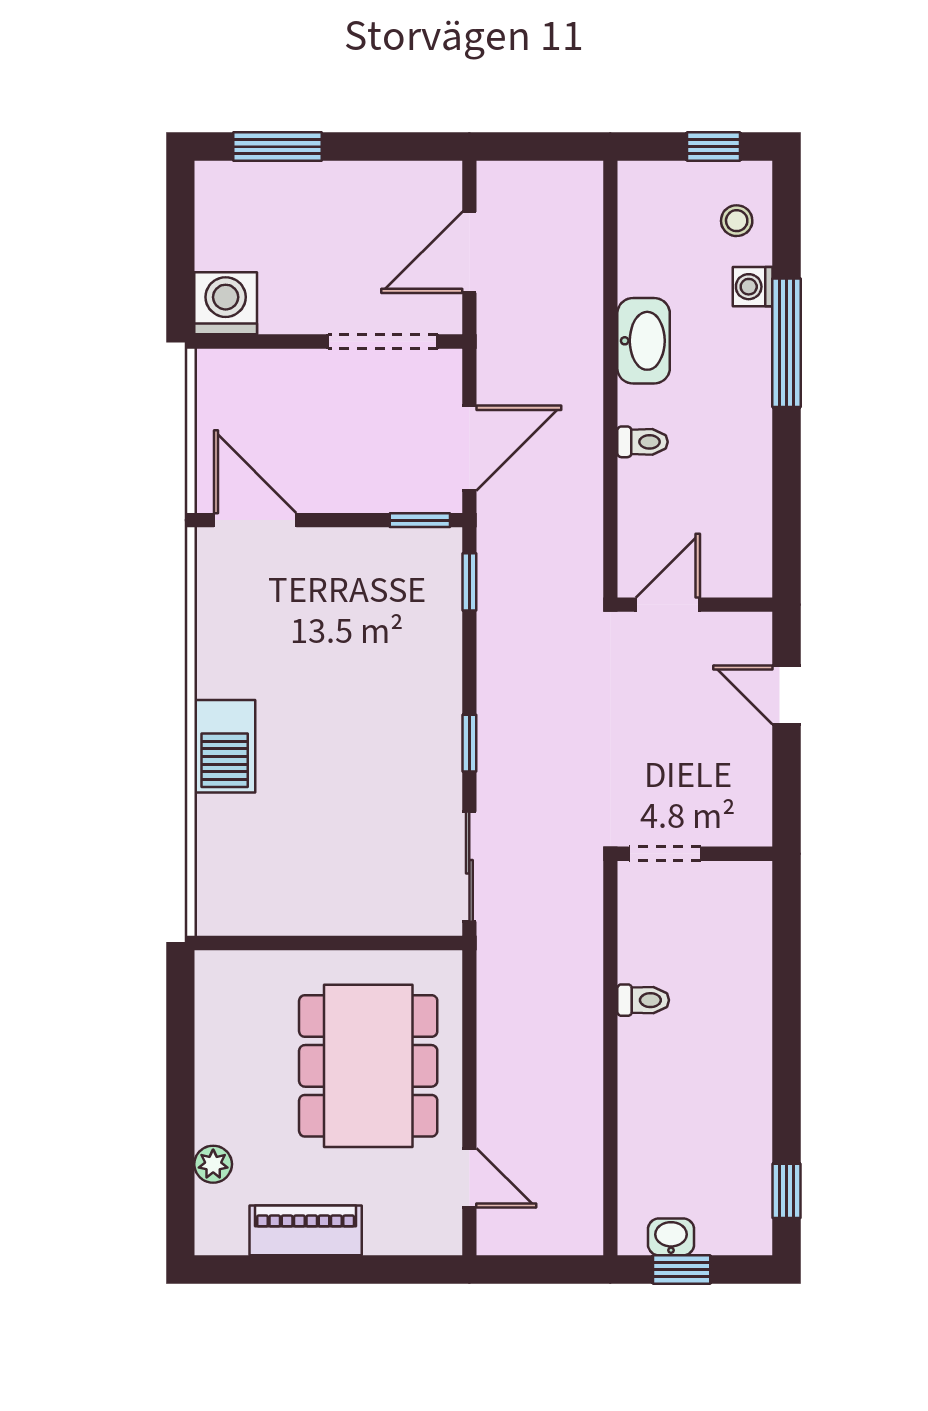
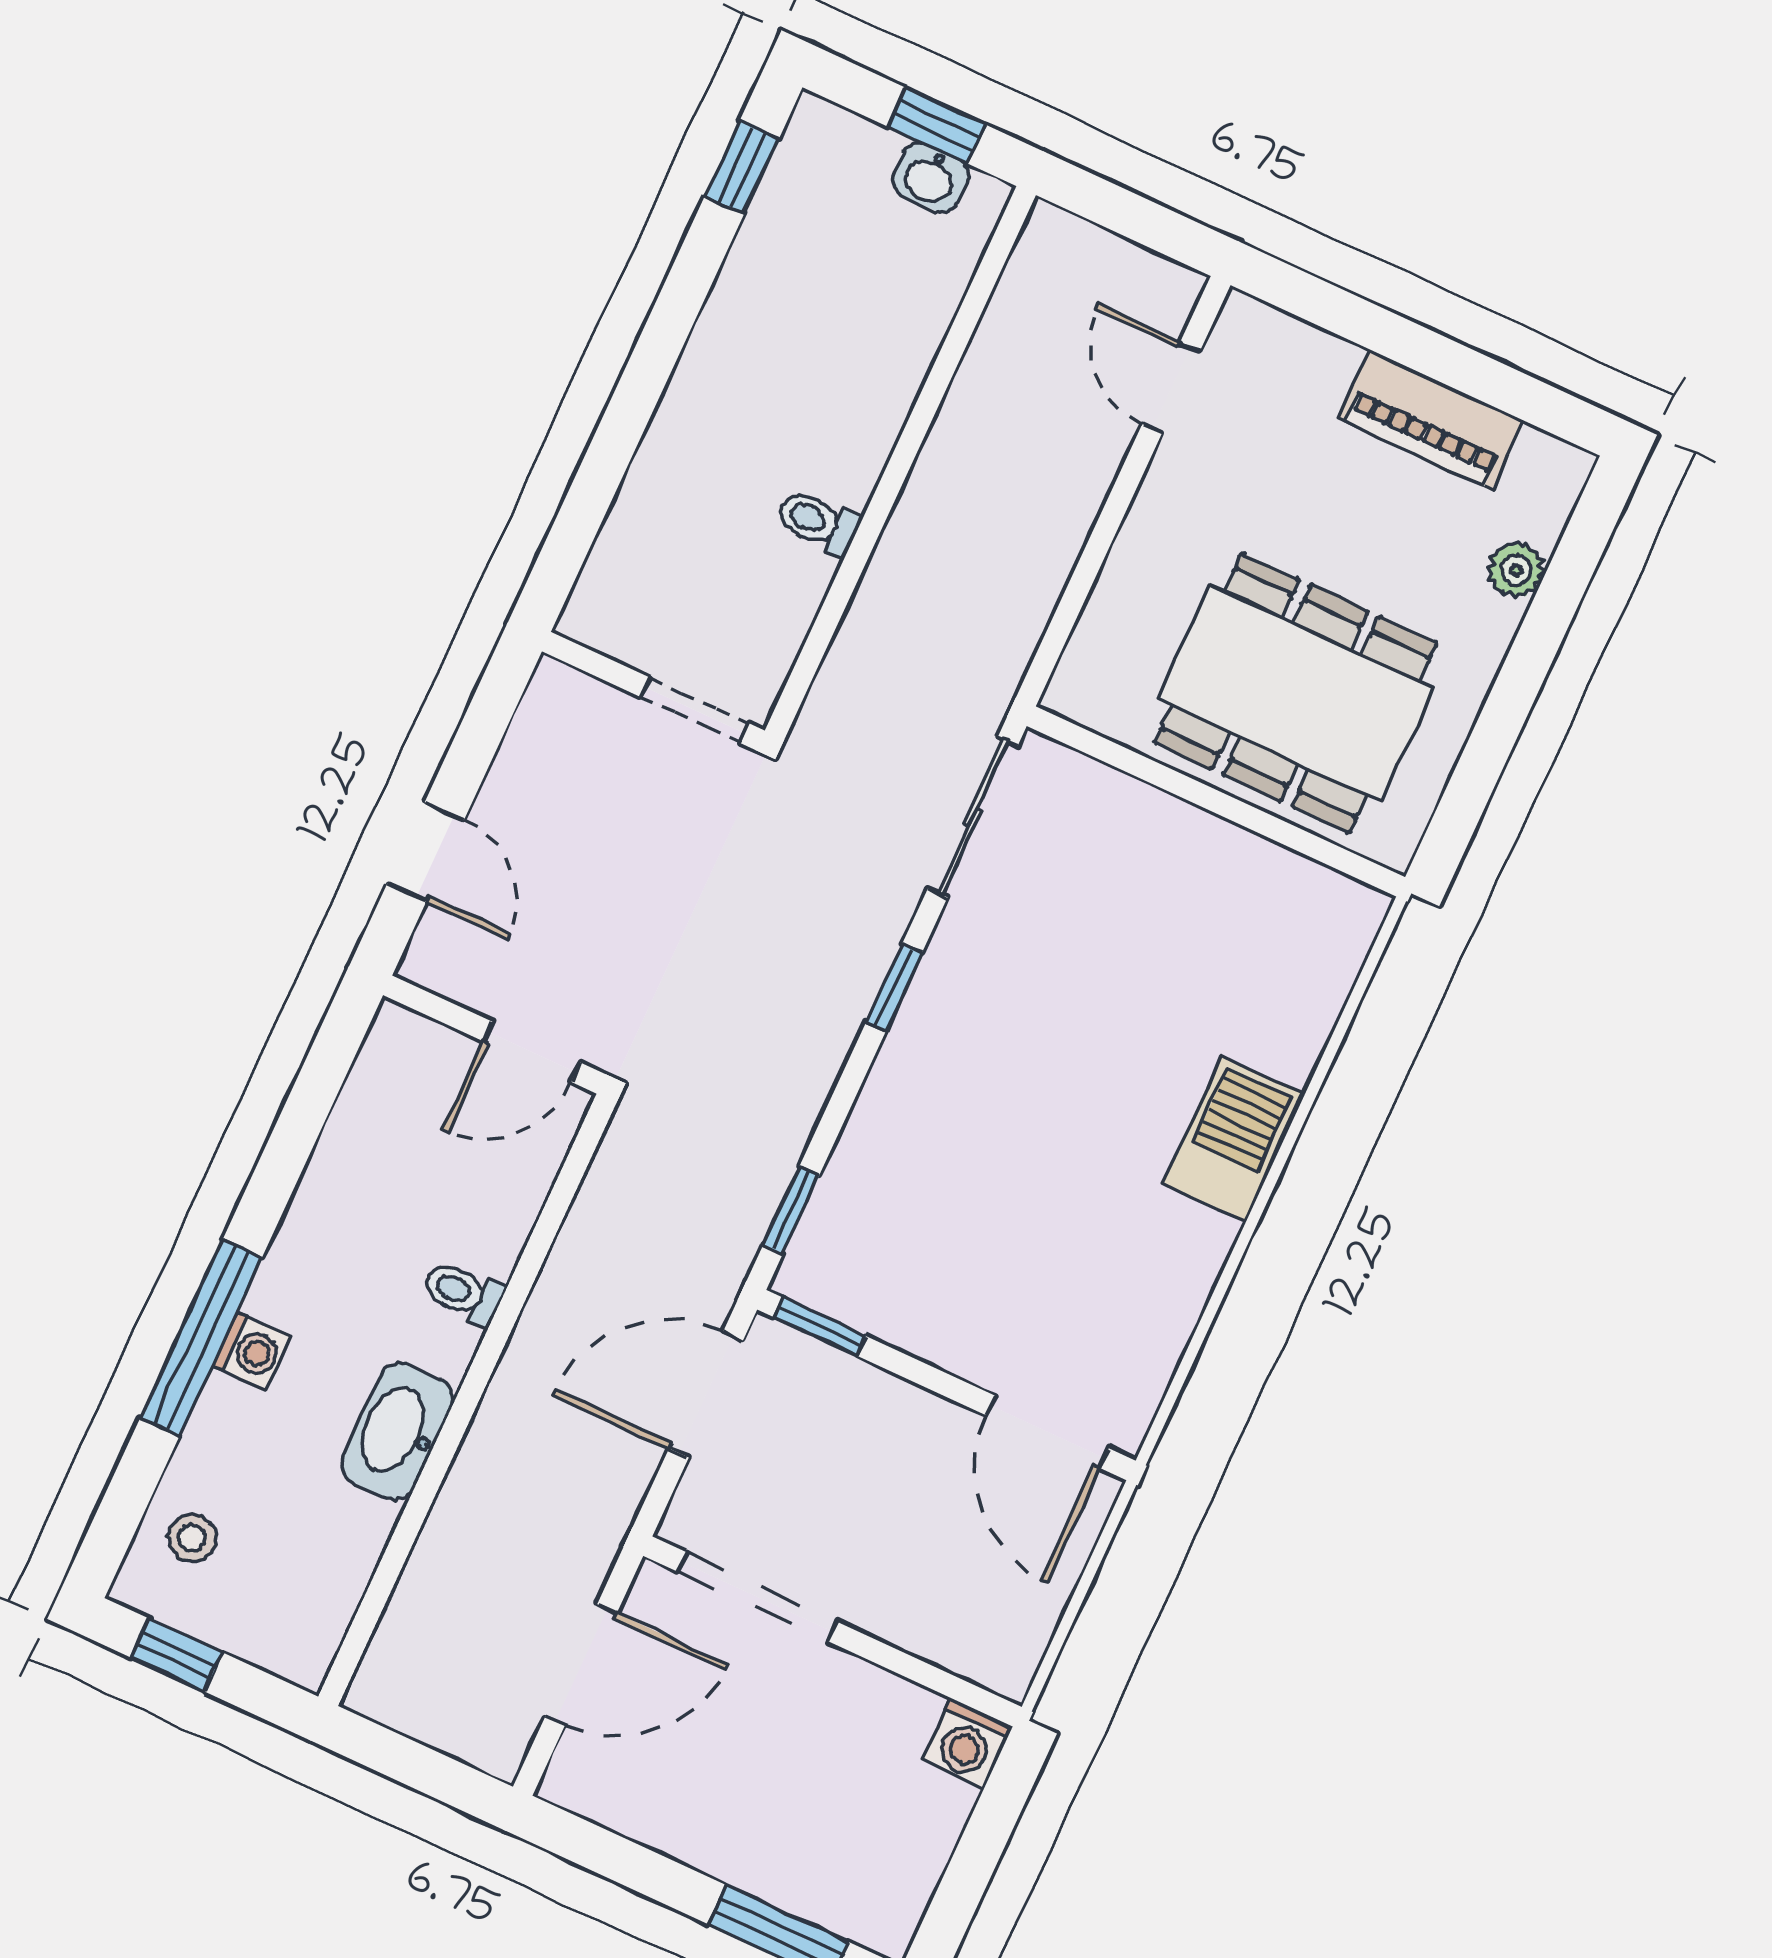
washing machine: (753, 287) -> (251, 1351), moved
washing machine: (226, 303) -> (967, 1743), width x0.73, depth x0.73
dining table: (368, 1066) -> (1296, 693), moved, turned 90

